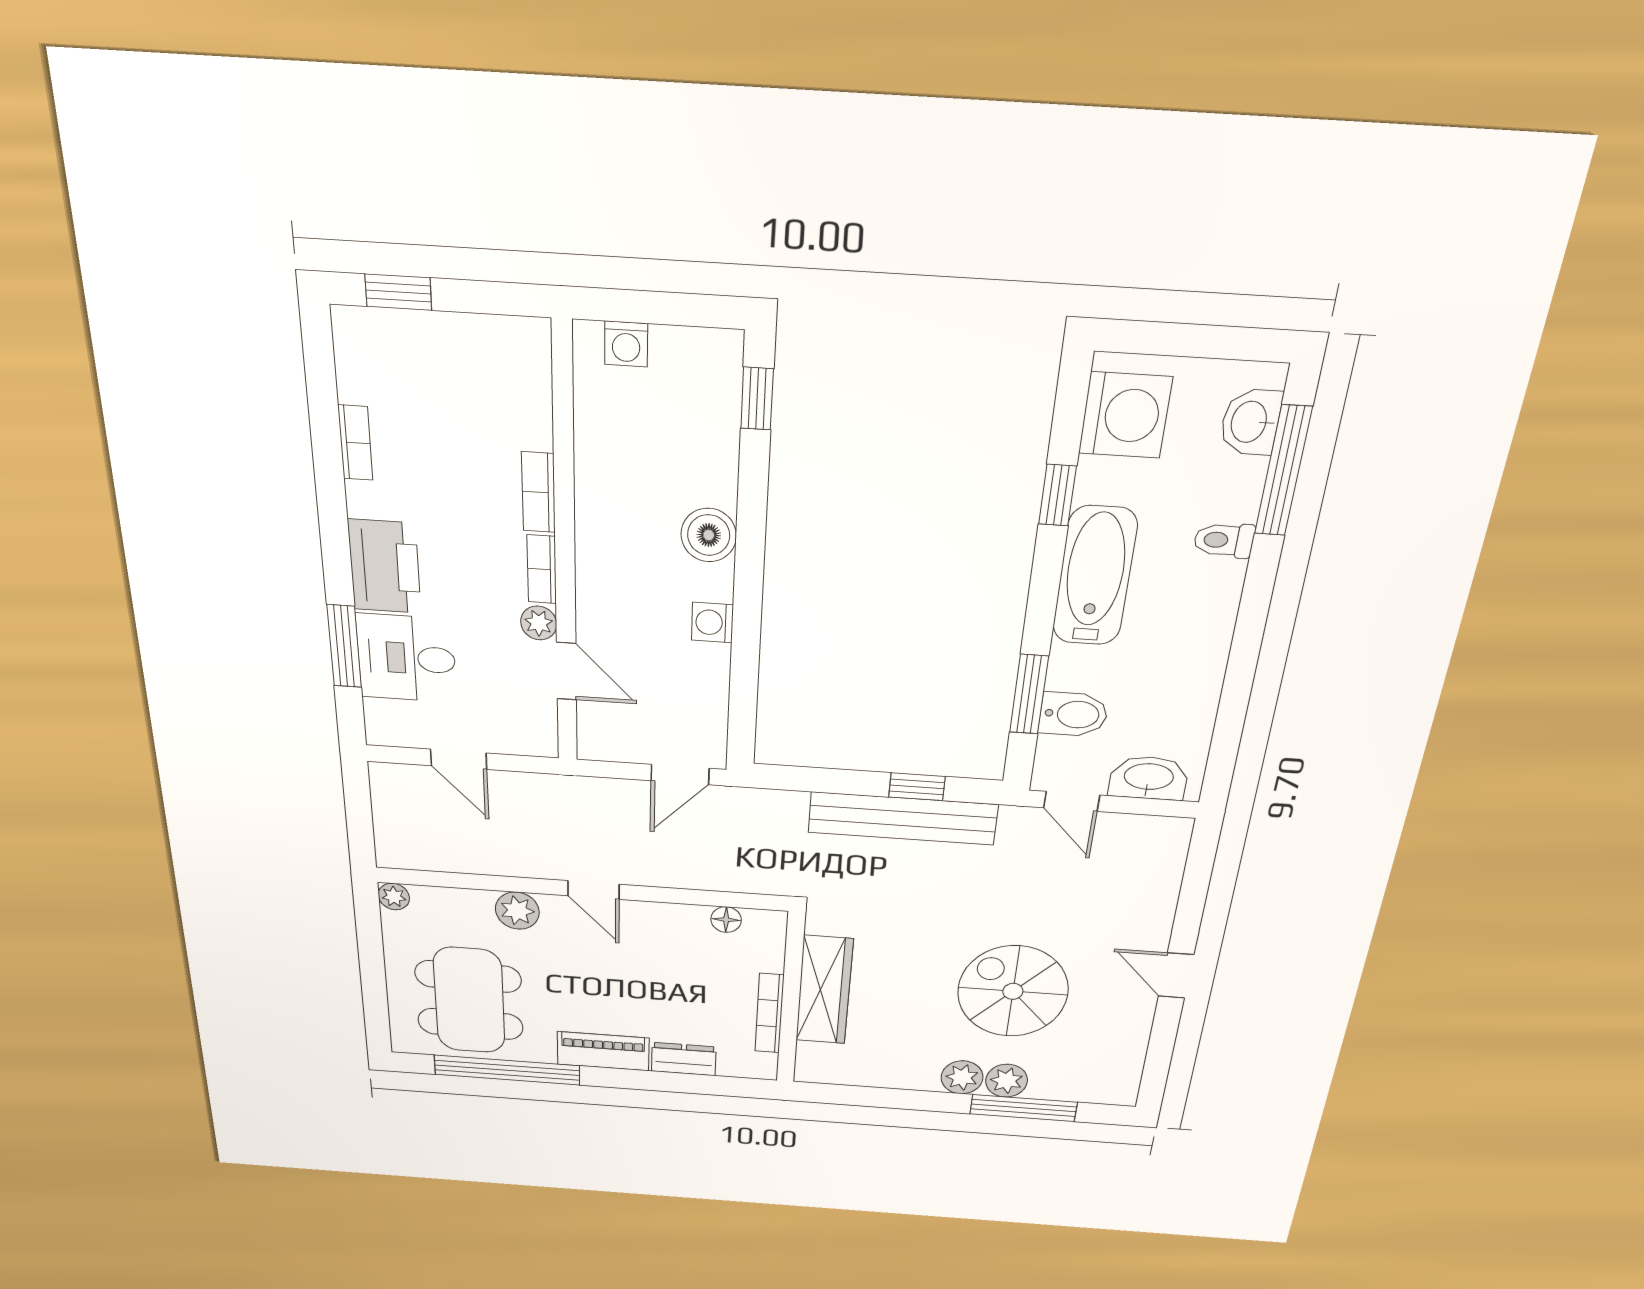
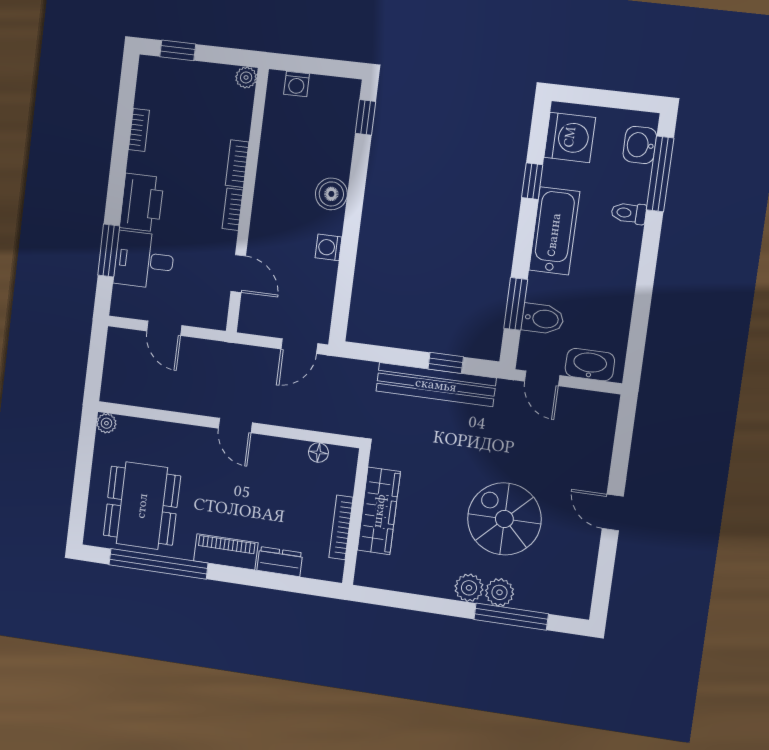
plant: (539, 623) -> (246, 77), moved
plant: (517, 911) -> (184, 438), removed

